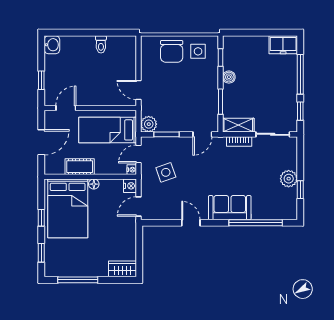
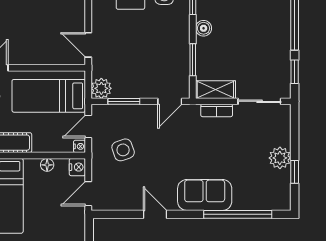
floor lamp: (94, 184) -> (47, 165), moved

